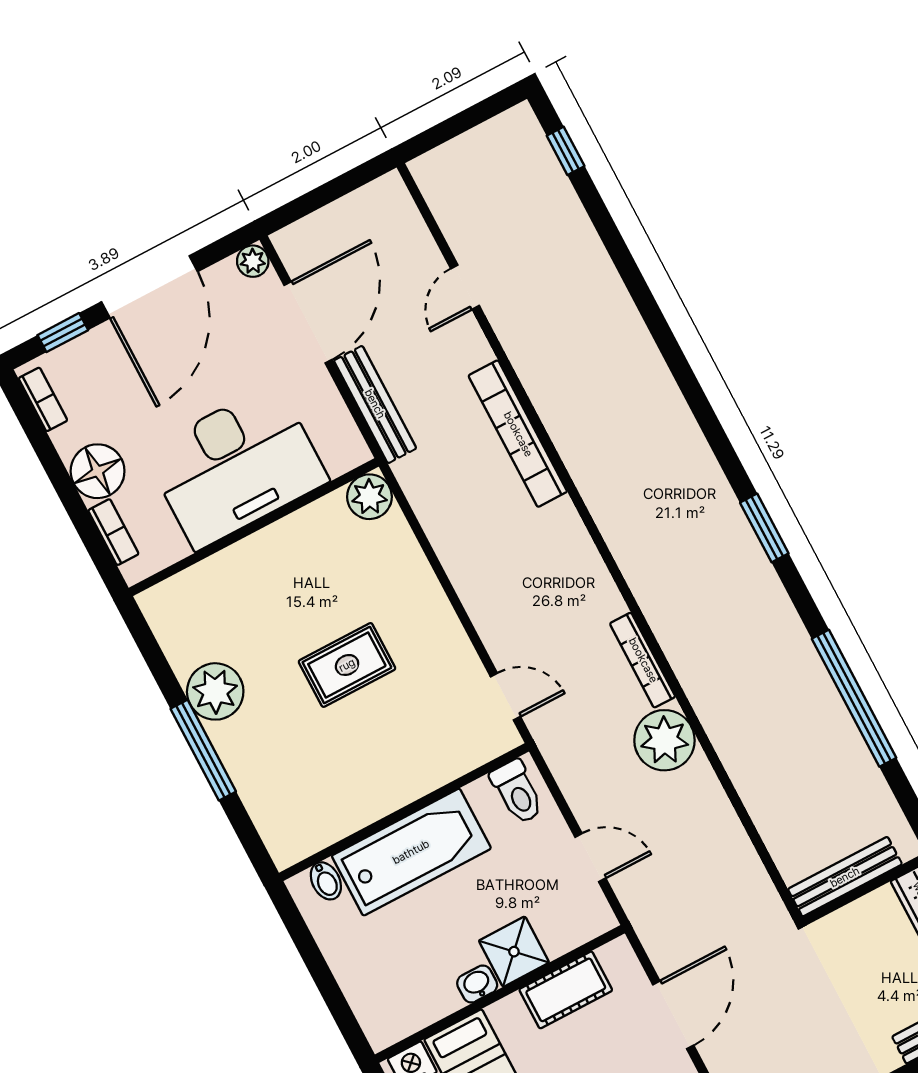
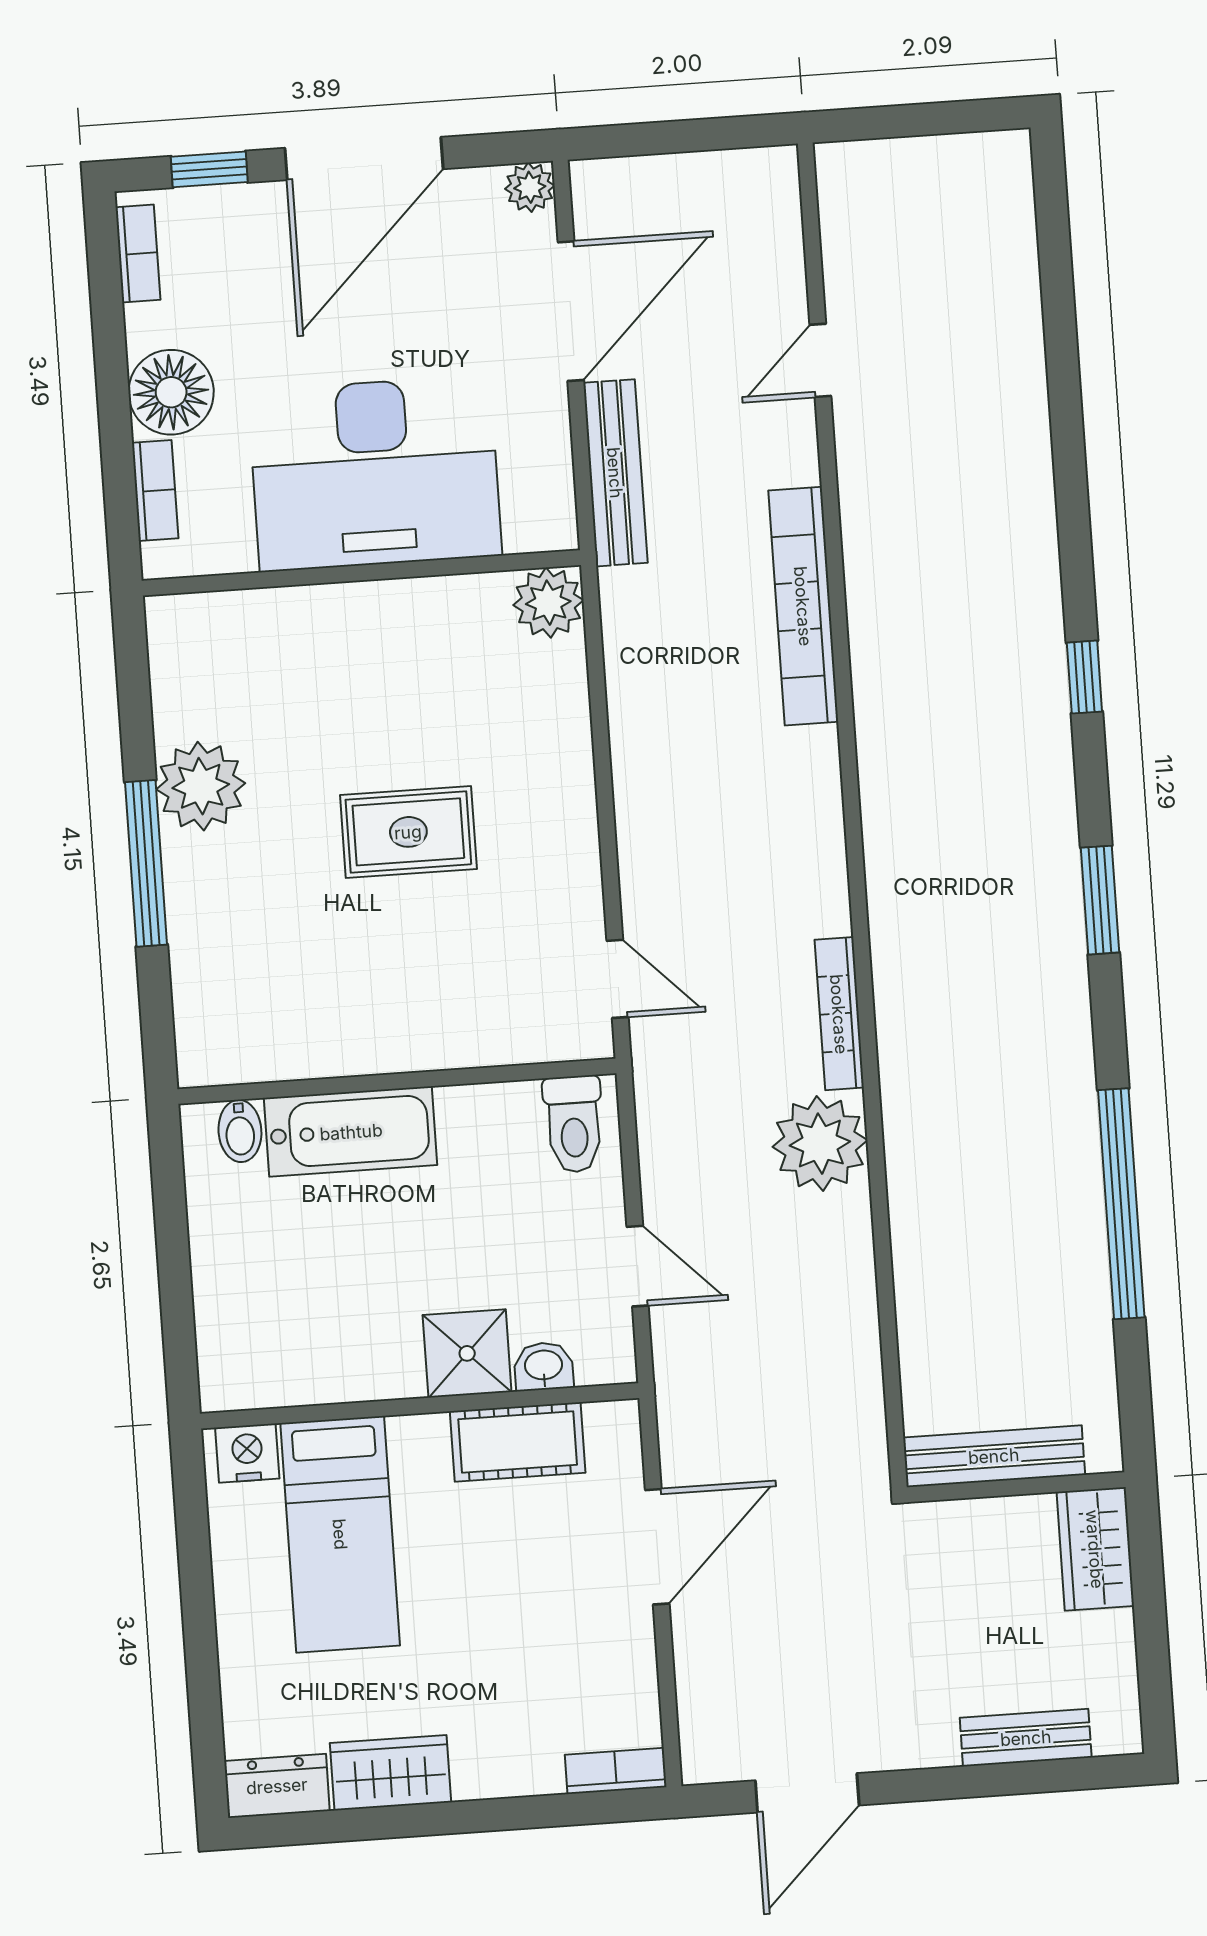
window: (566, 151) -> (1084, 677), moved
bathtub: (411, 852) -> (351, 1132), width x0.73, depth x0.73
washbasin: (477, 984) -> (544, 1366), moved

